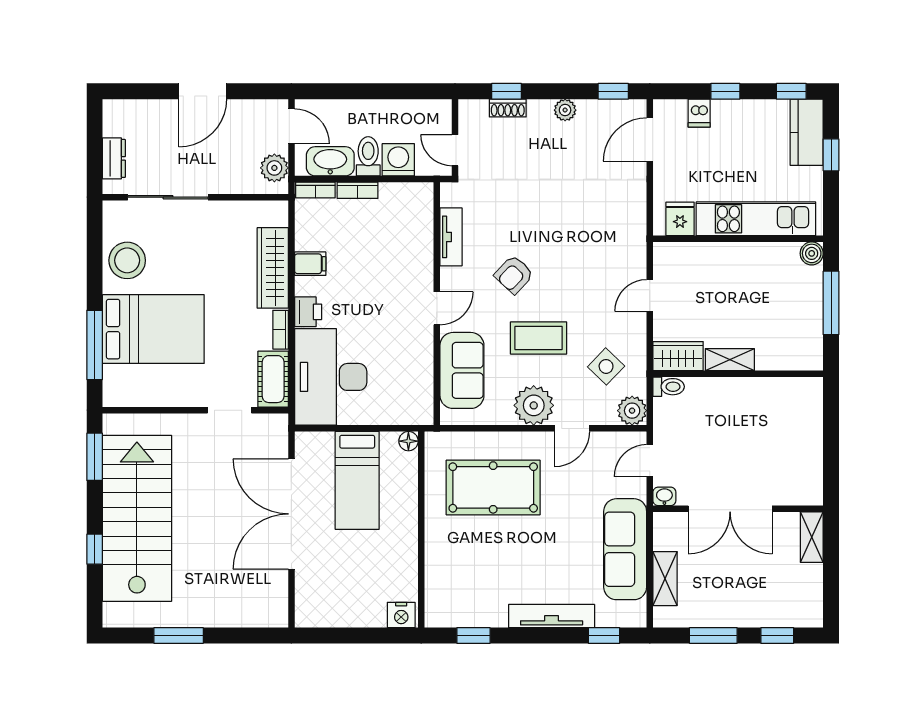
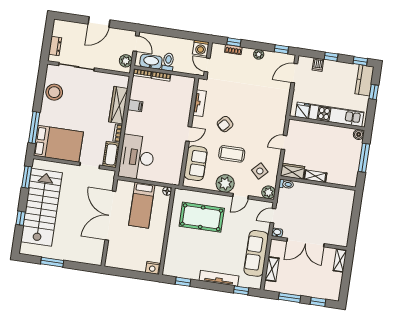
washing machine: (398, 160) -> (201, 48), moved, turned 180
printer: (308, 312) -> (131, 127), removed
bed: (153, 329) -> (58, 144), moved

